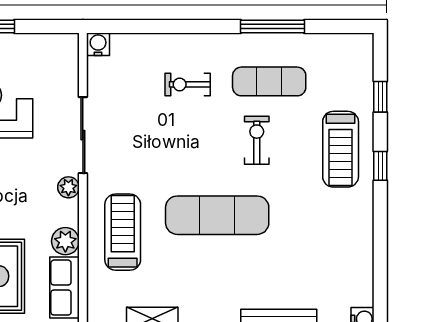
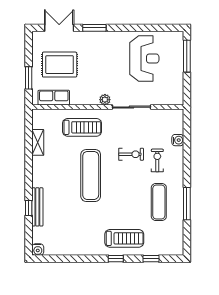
water cooler: (98, 44) -> (178, 140), moved
exercise bike: (257, 140) -> (131, 154), moved
treadmill: (341, 149) -> (124, 238), turned 180
plant: (65, 241) -> (77, 98), removed

